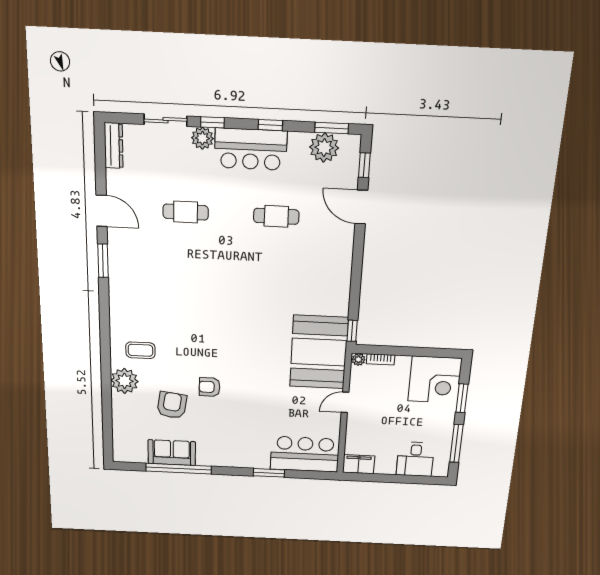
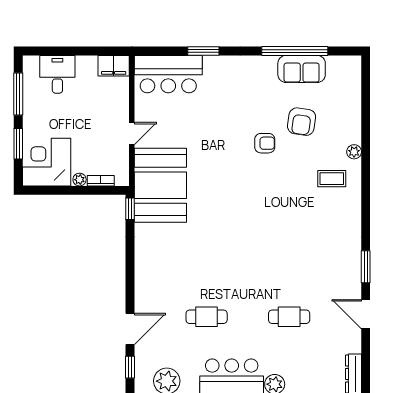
door: (361, 207) -> (130, 329), hinge flipped
plant: (358, 359) -> (80, 180), moved
plant: (124, 381) -> (354, 152), width x0.53, depth x0.53

